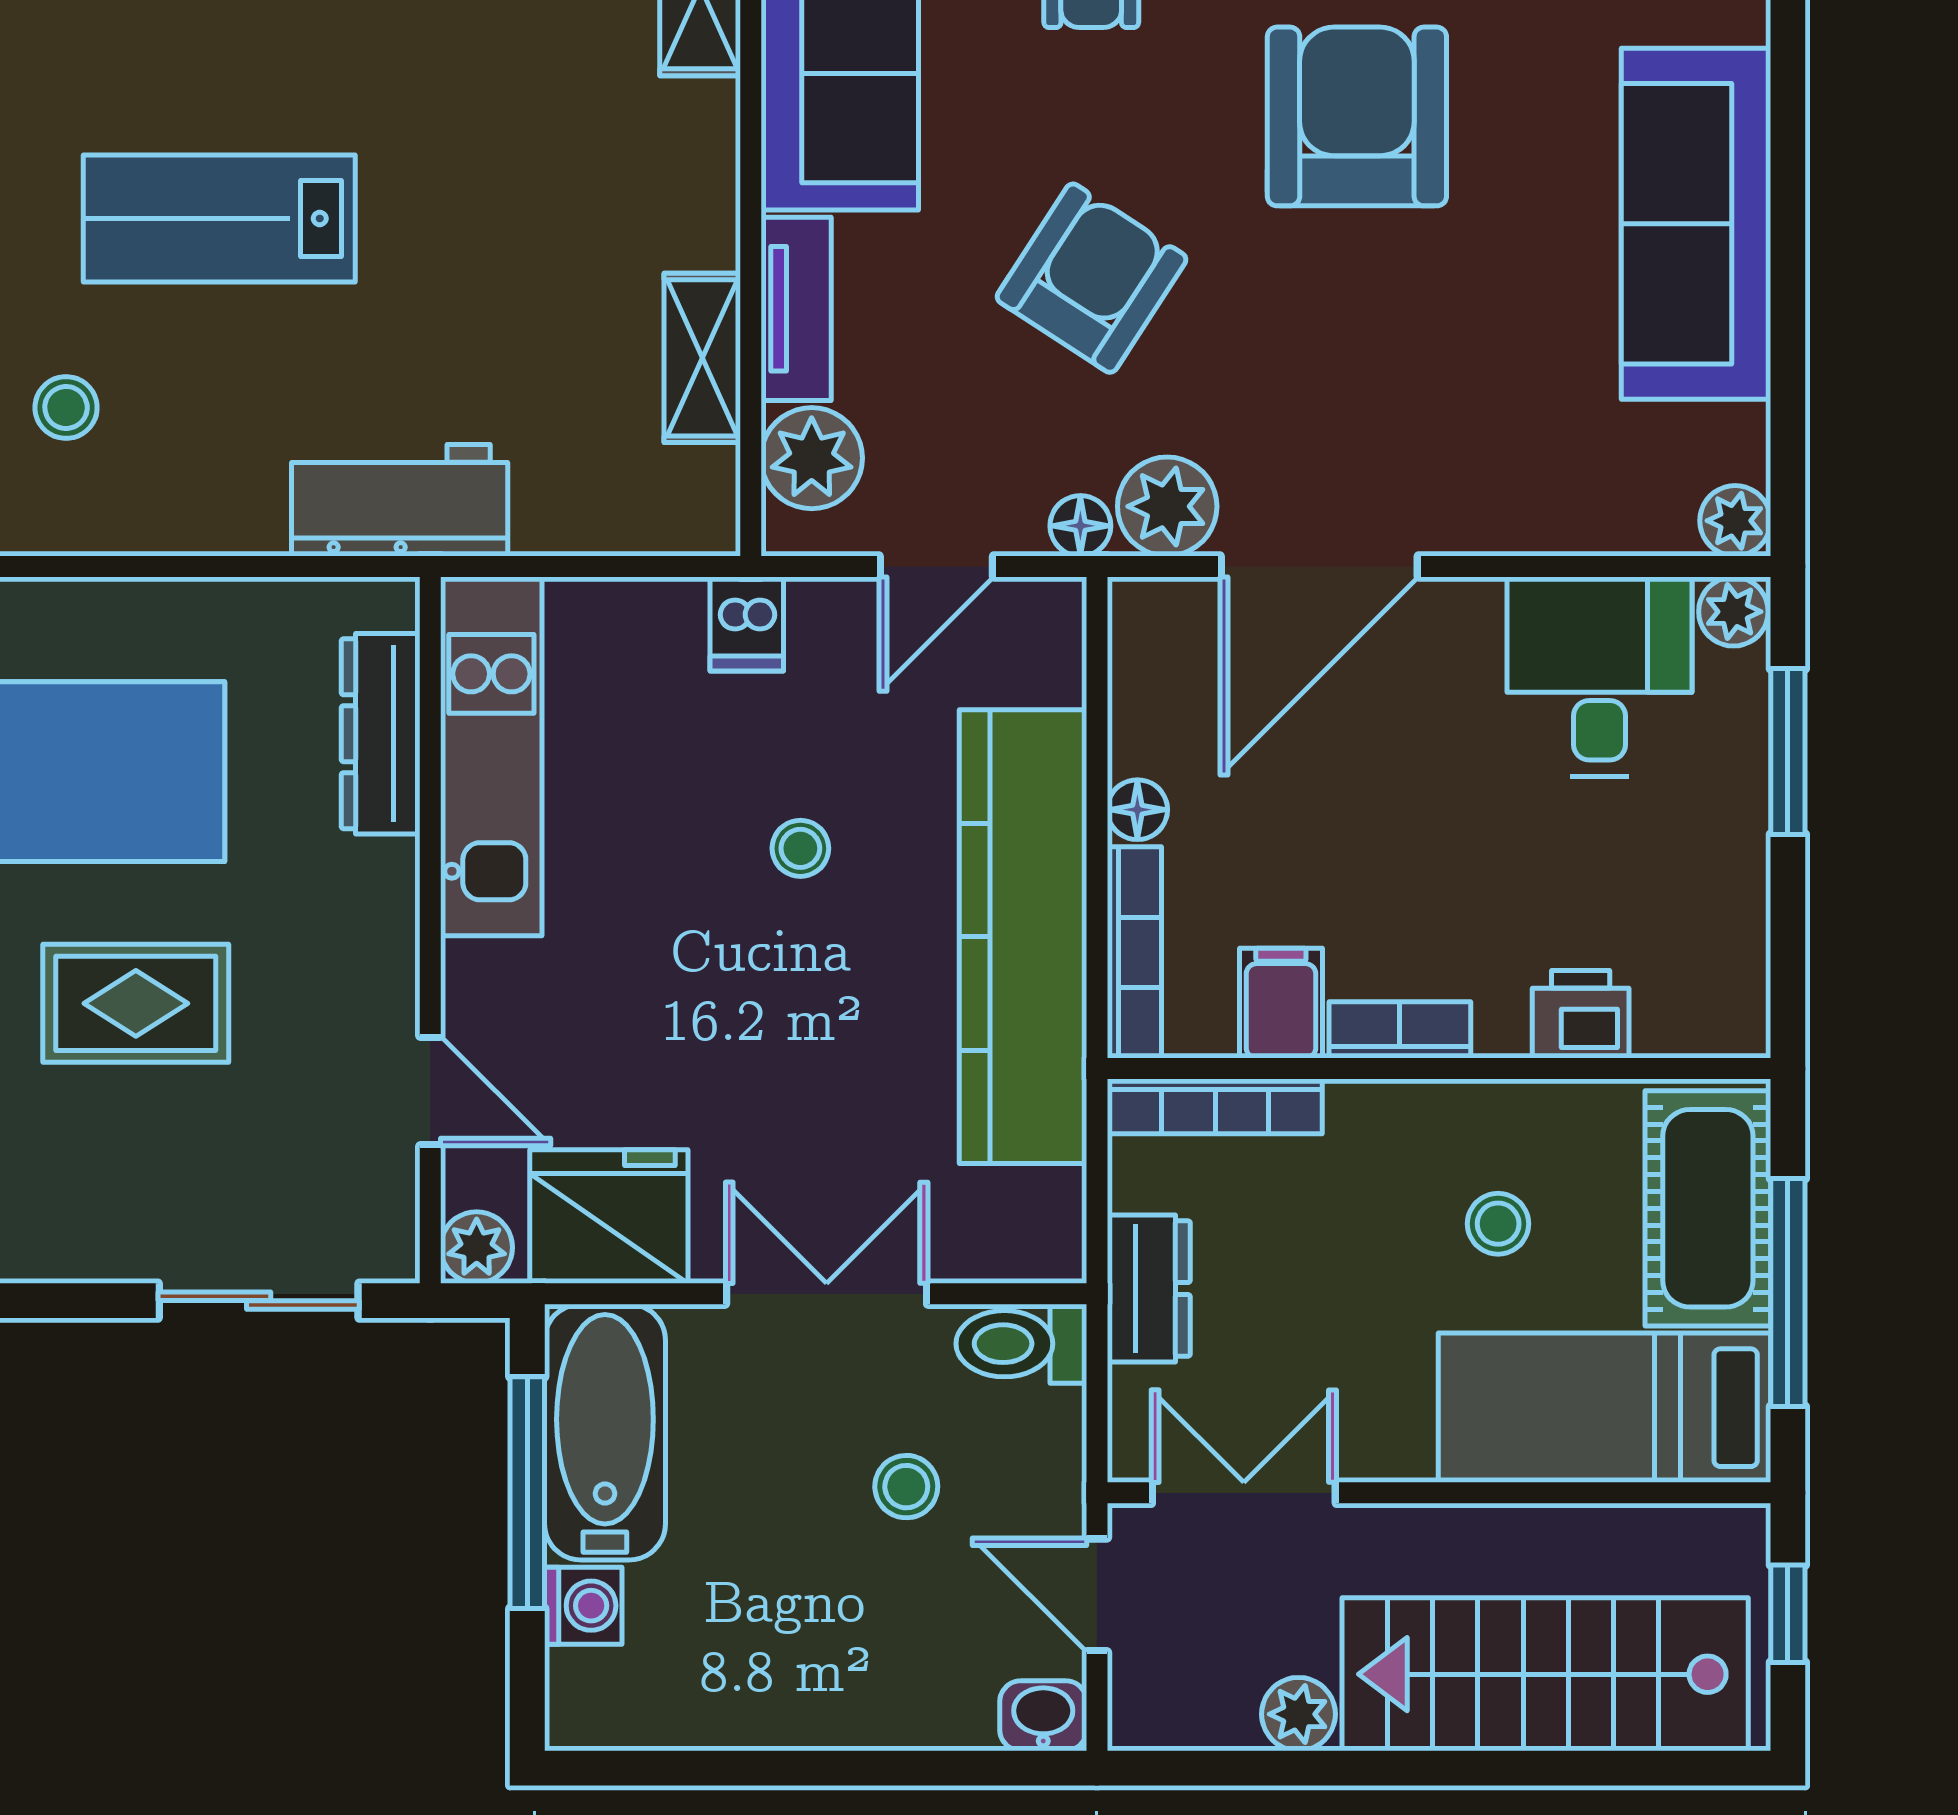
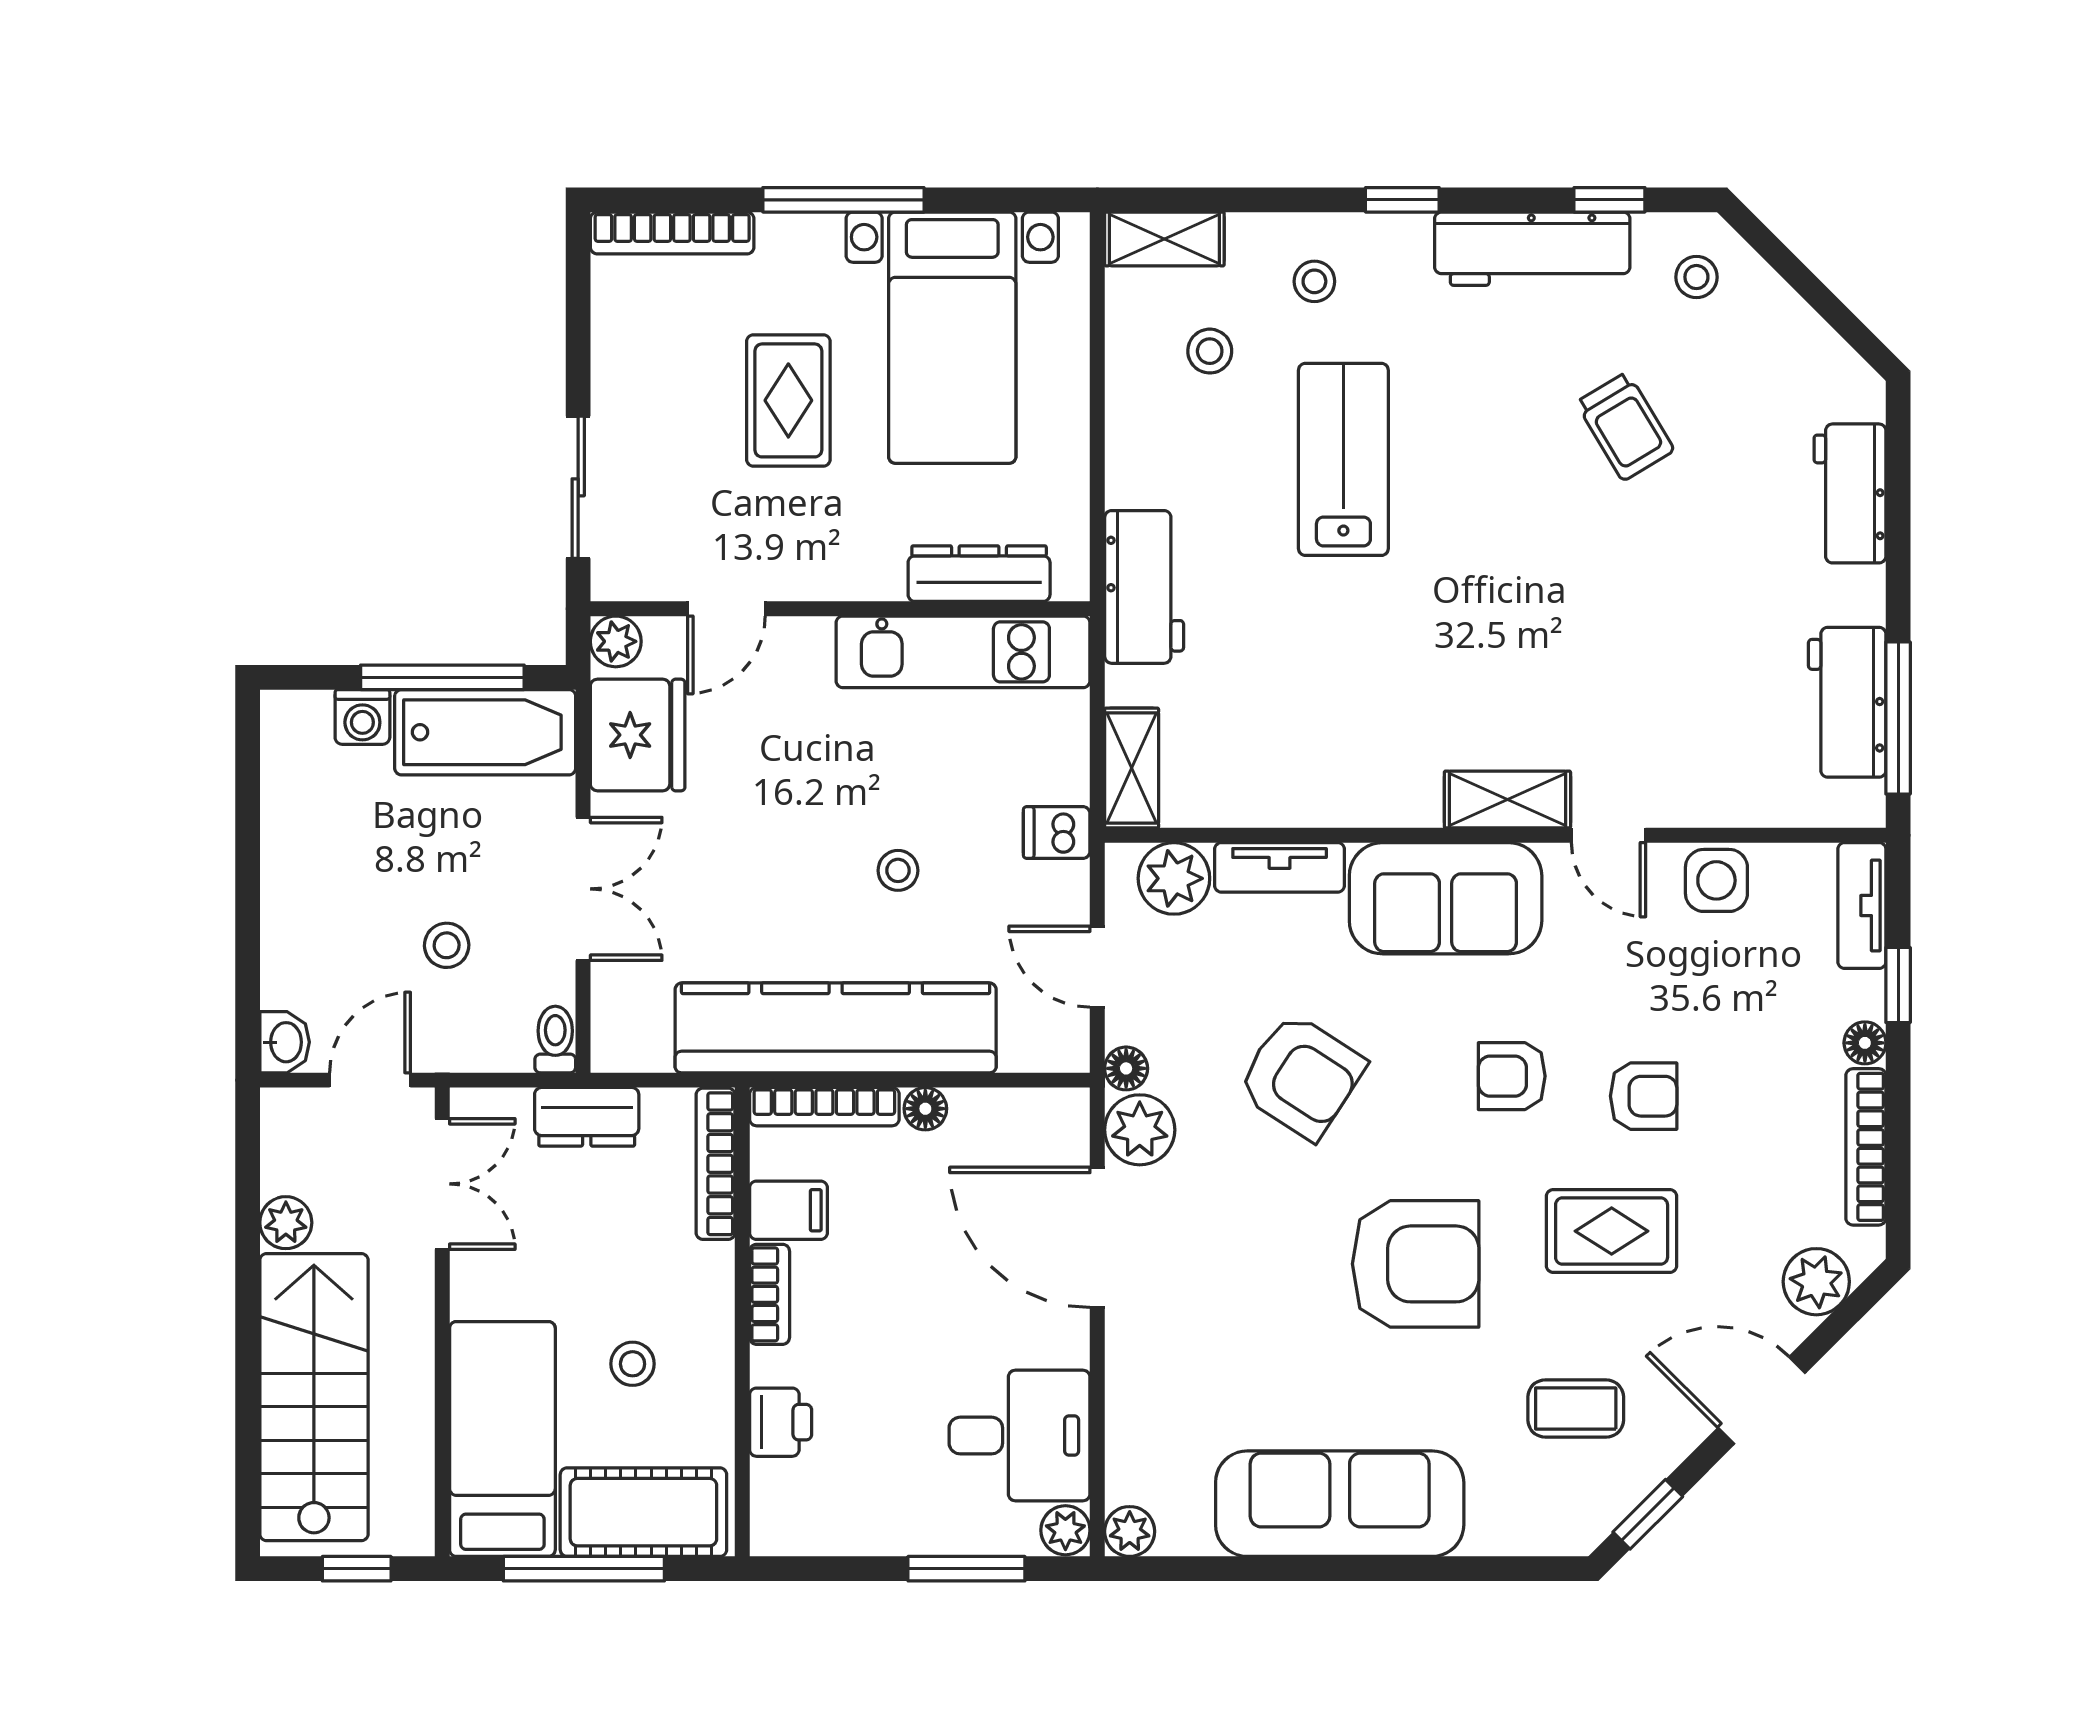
shelving: (702, 358) -> (1132, 768), moved, turned 90
toilet: (1021, 1344) -> (555, 1040), width x0.73, depth x0.72

